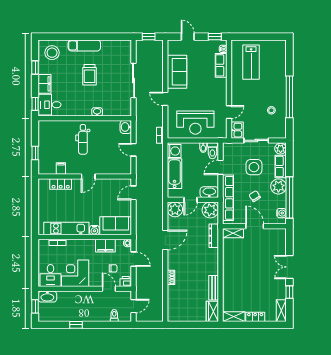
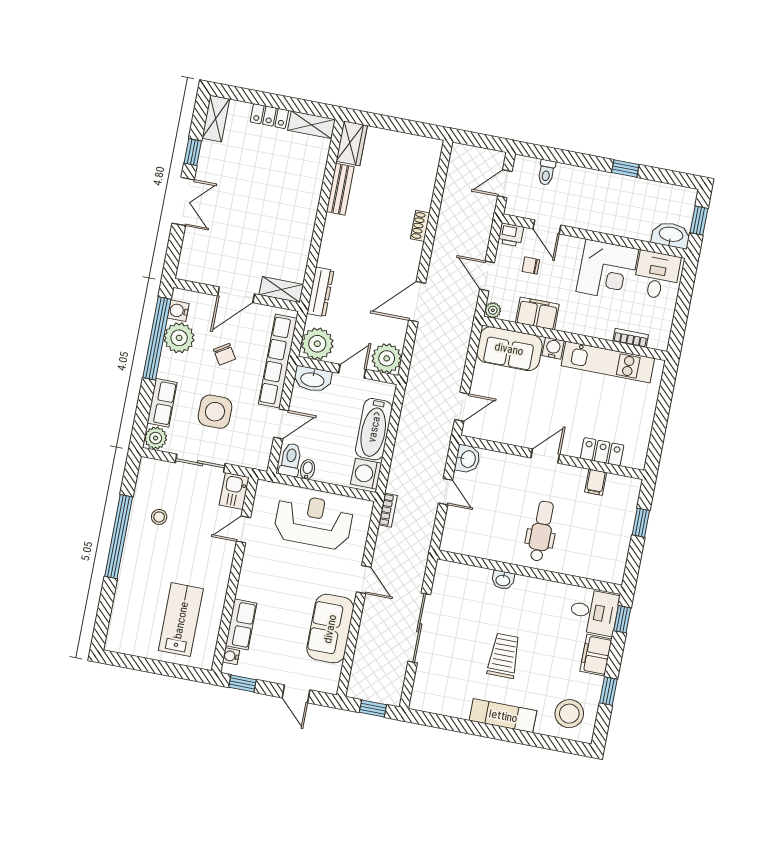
washbasin: (126, 127) -> (468, 459), moved
plant: (278, 186) -> (179, 338), moved
door: (255, 226) -> (236, 295), hinge flipped

